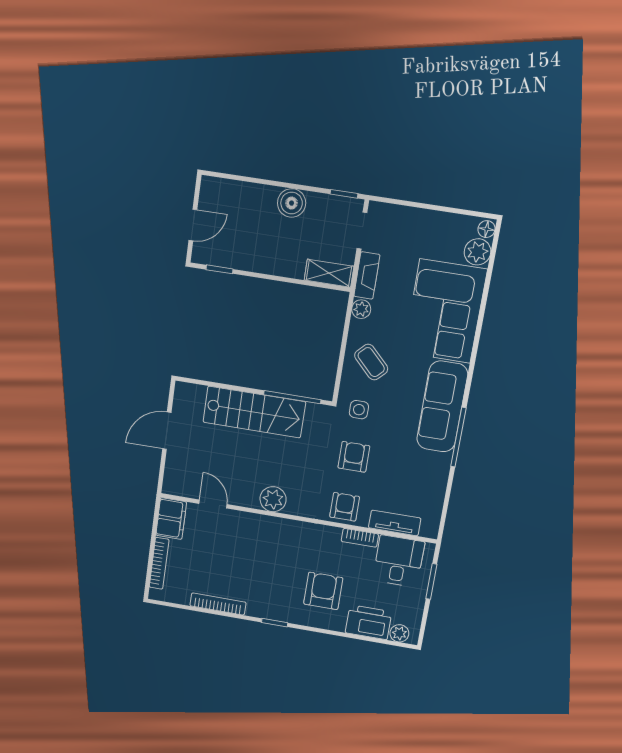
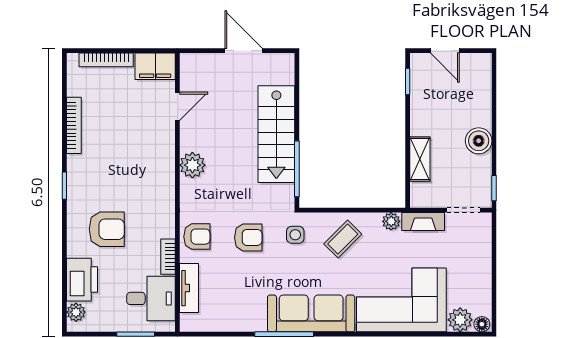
shelving: (329, 273) -> (420, 159), moved

